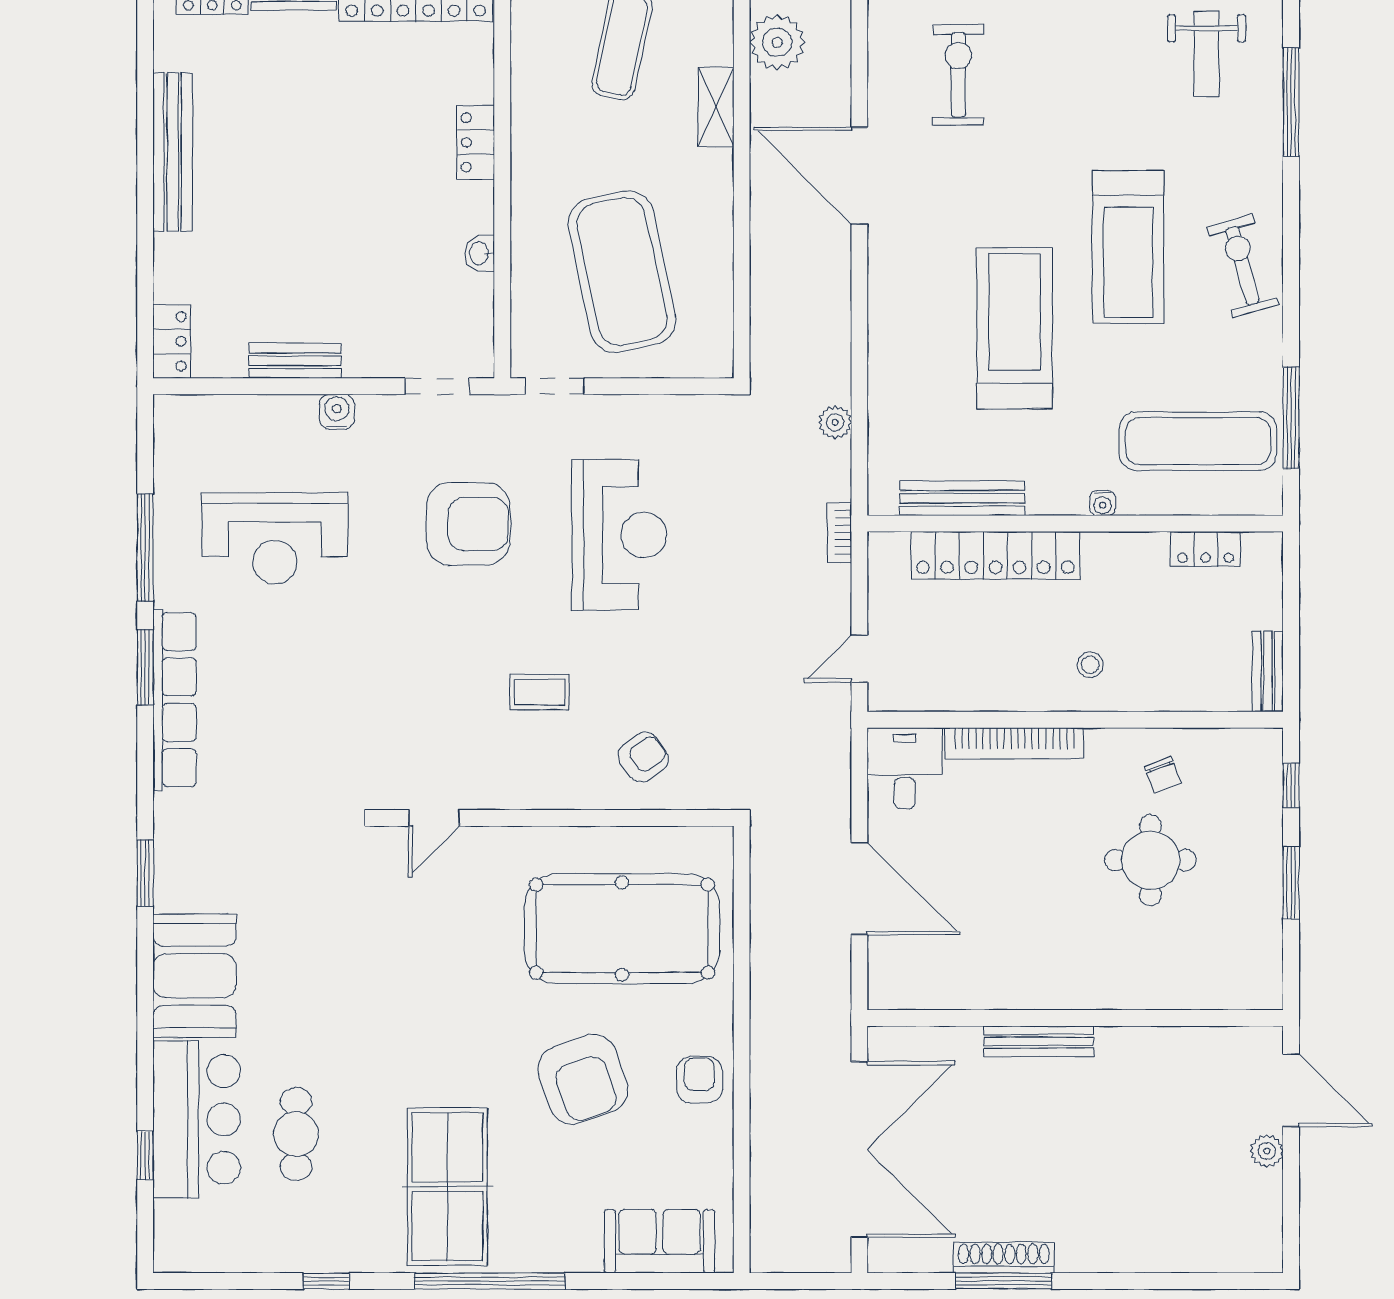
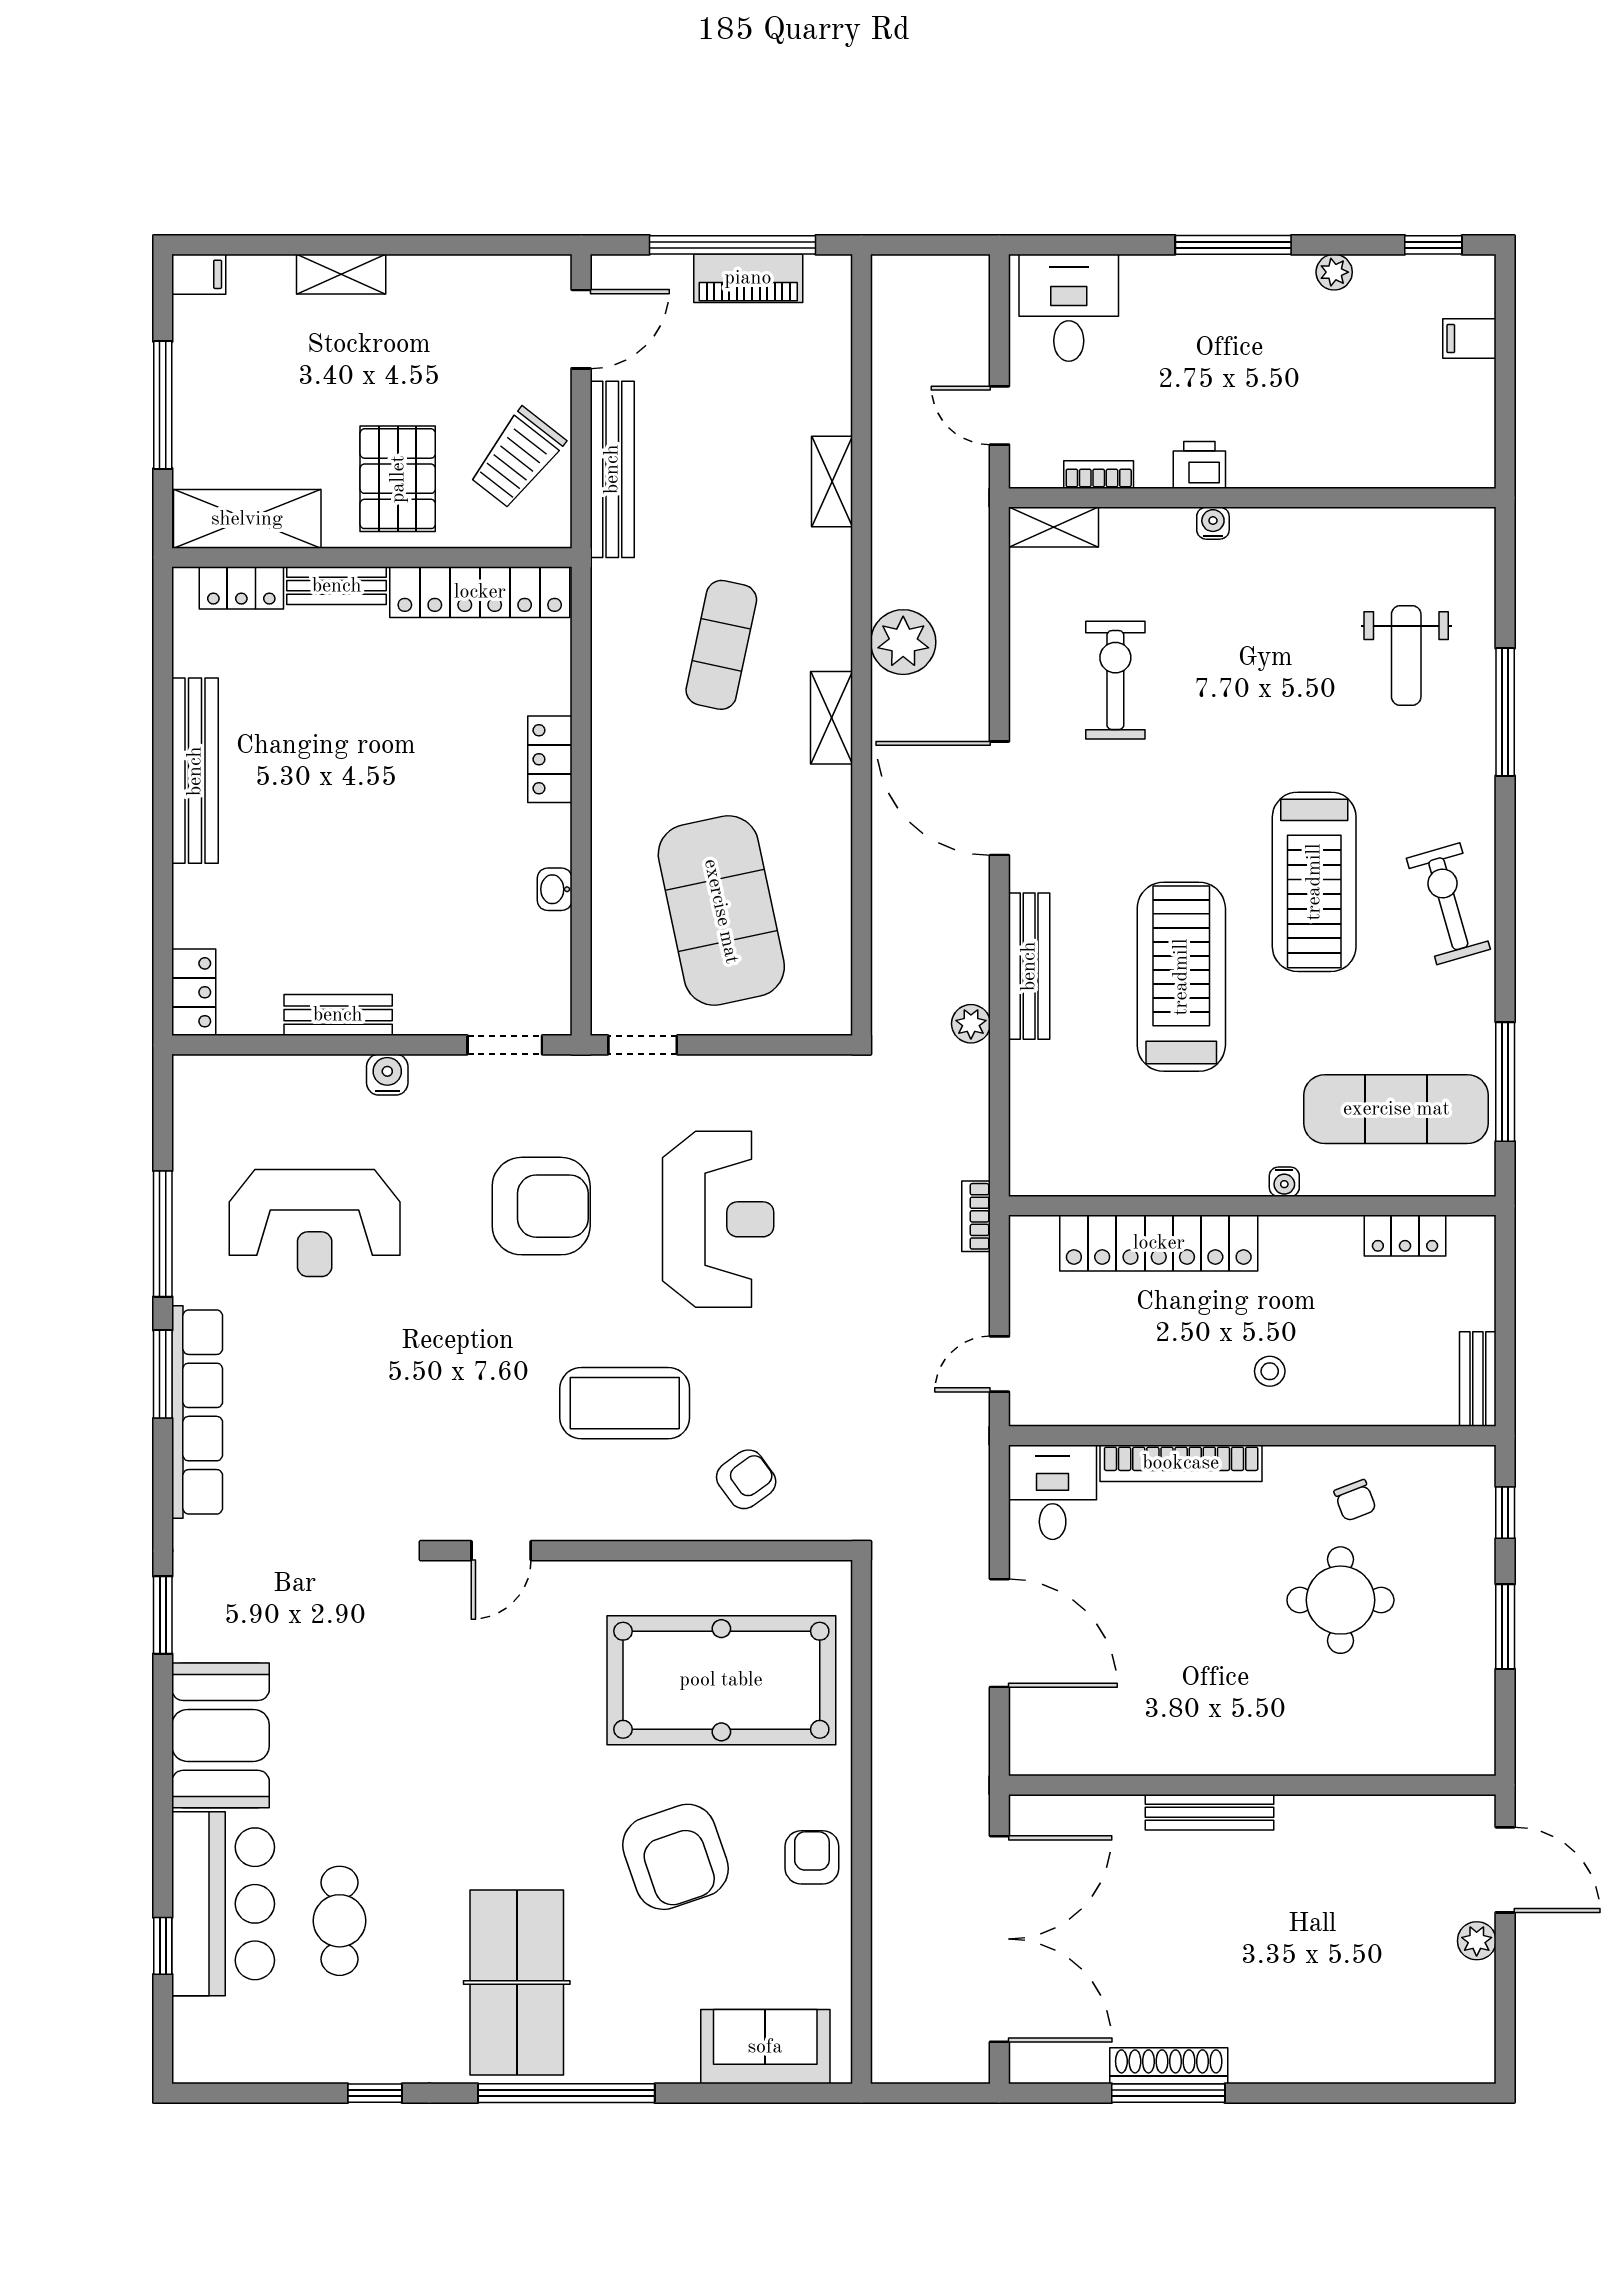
plant: (835, 422) -> (971, 1024), moved
bench: (962, 498) -> (1029, 966), moved, turned 90
coffee table: (539, 692) -> (625, 1403), width x1.86, depth x1.72

